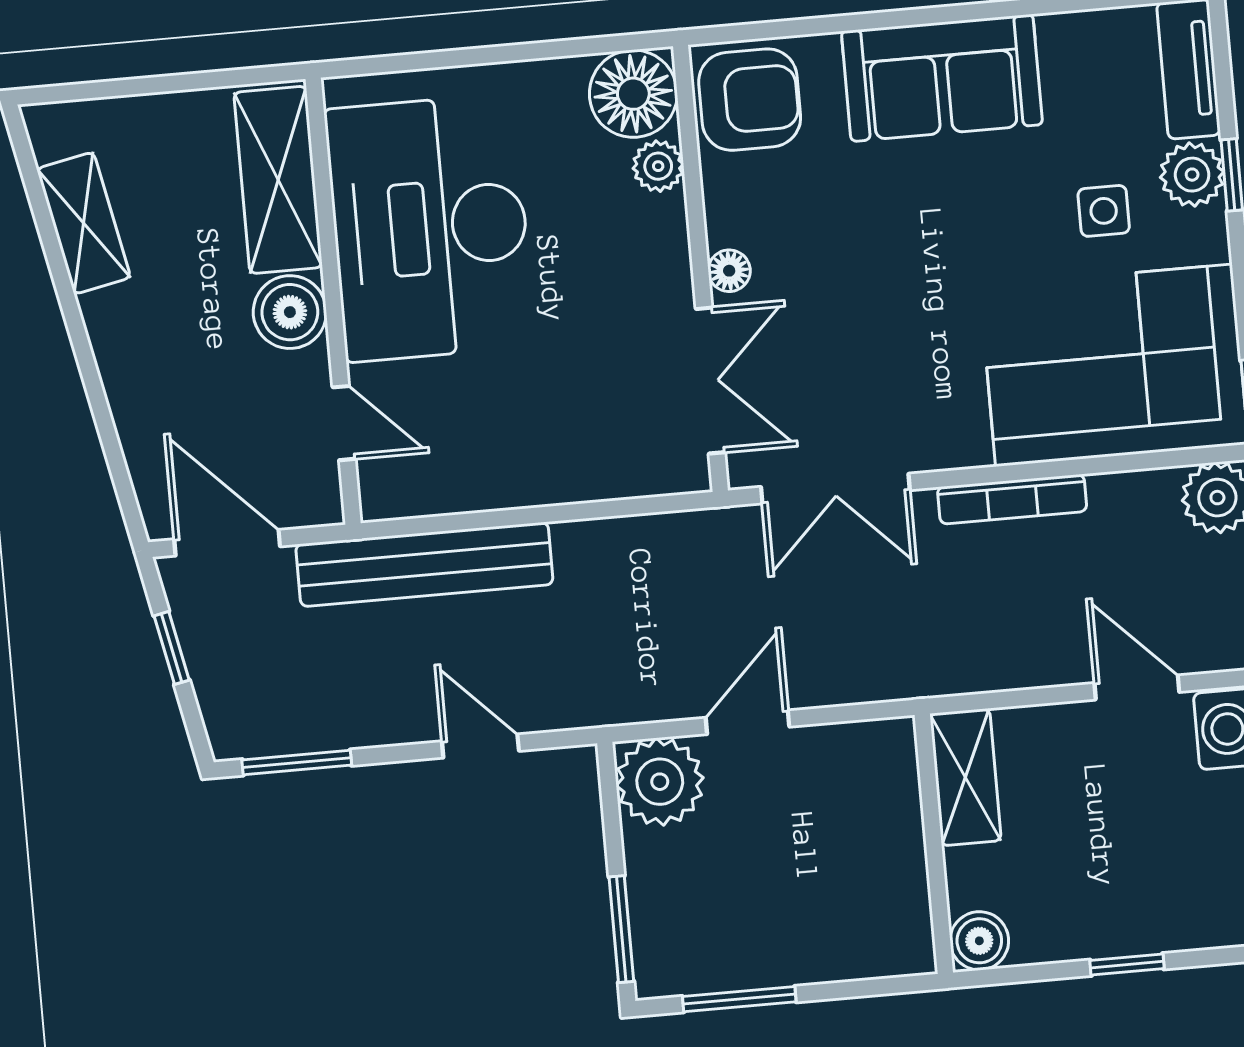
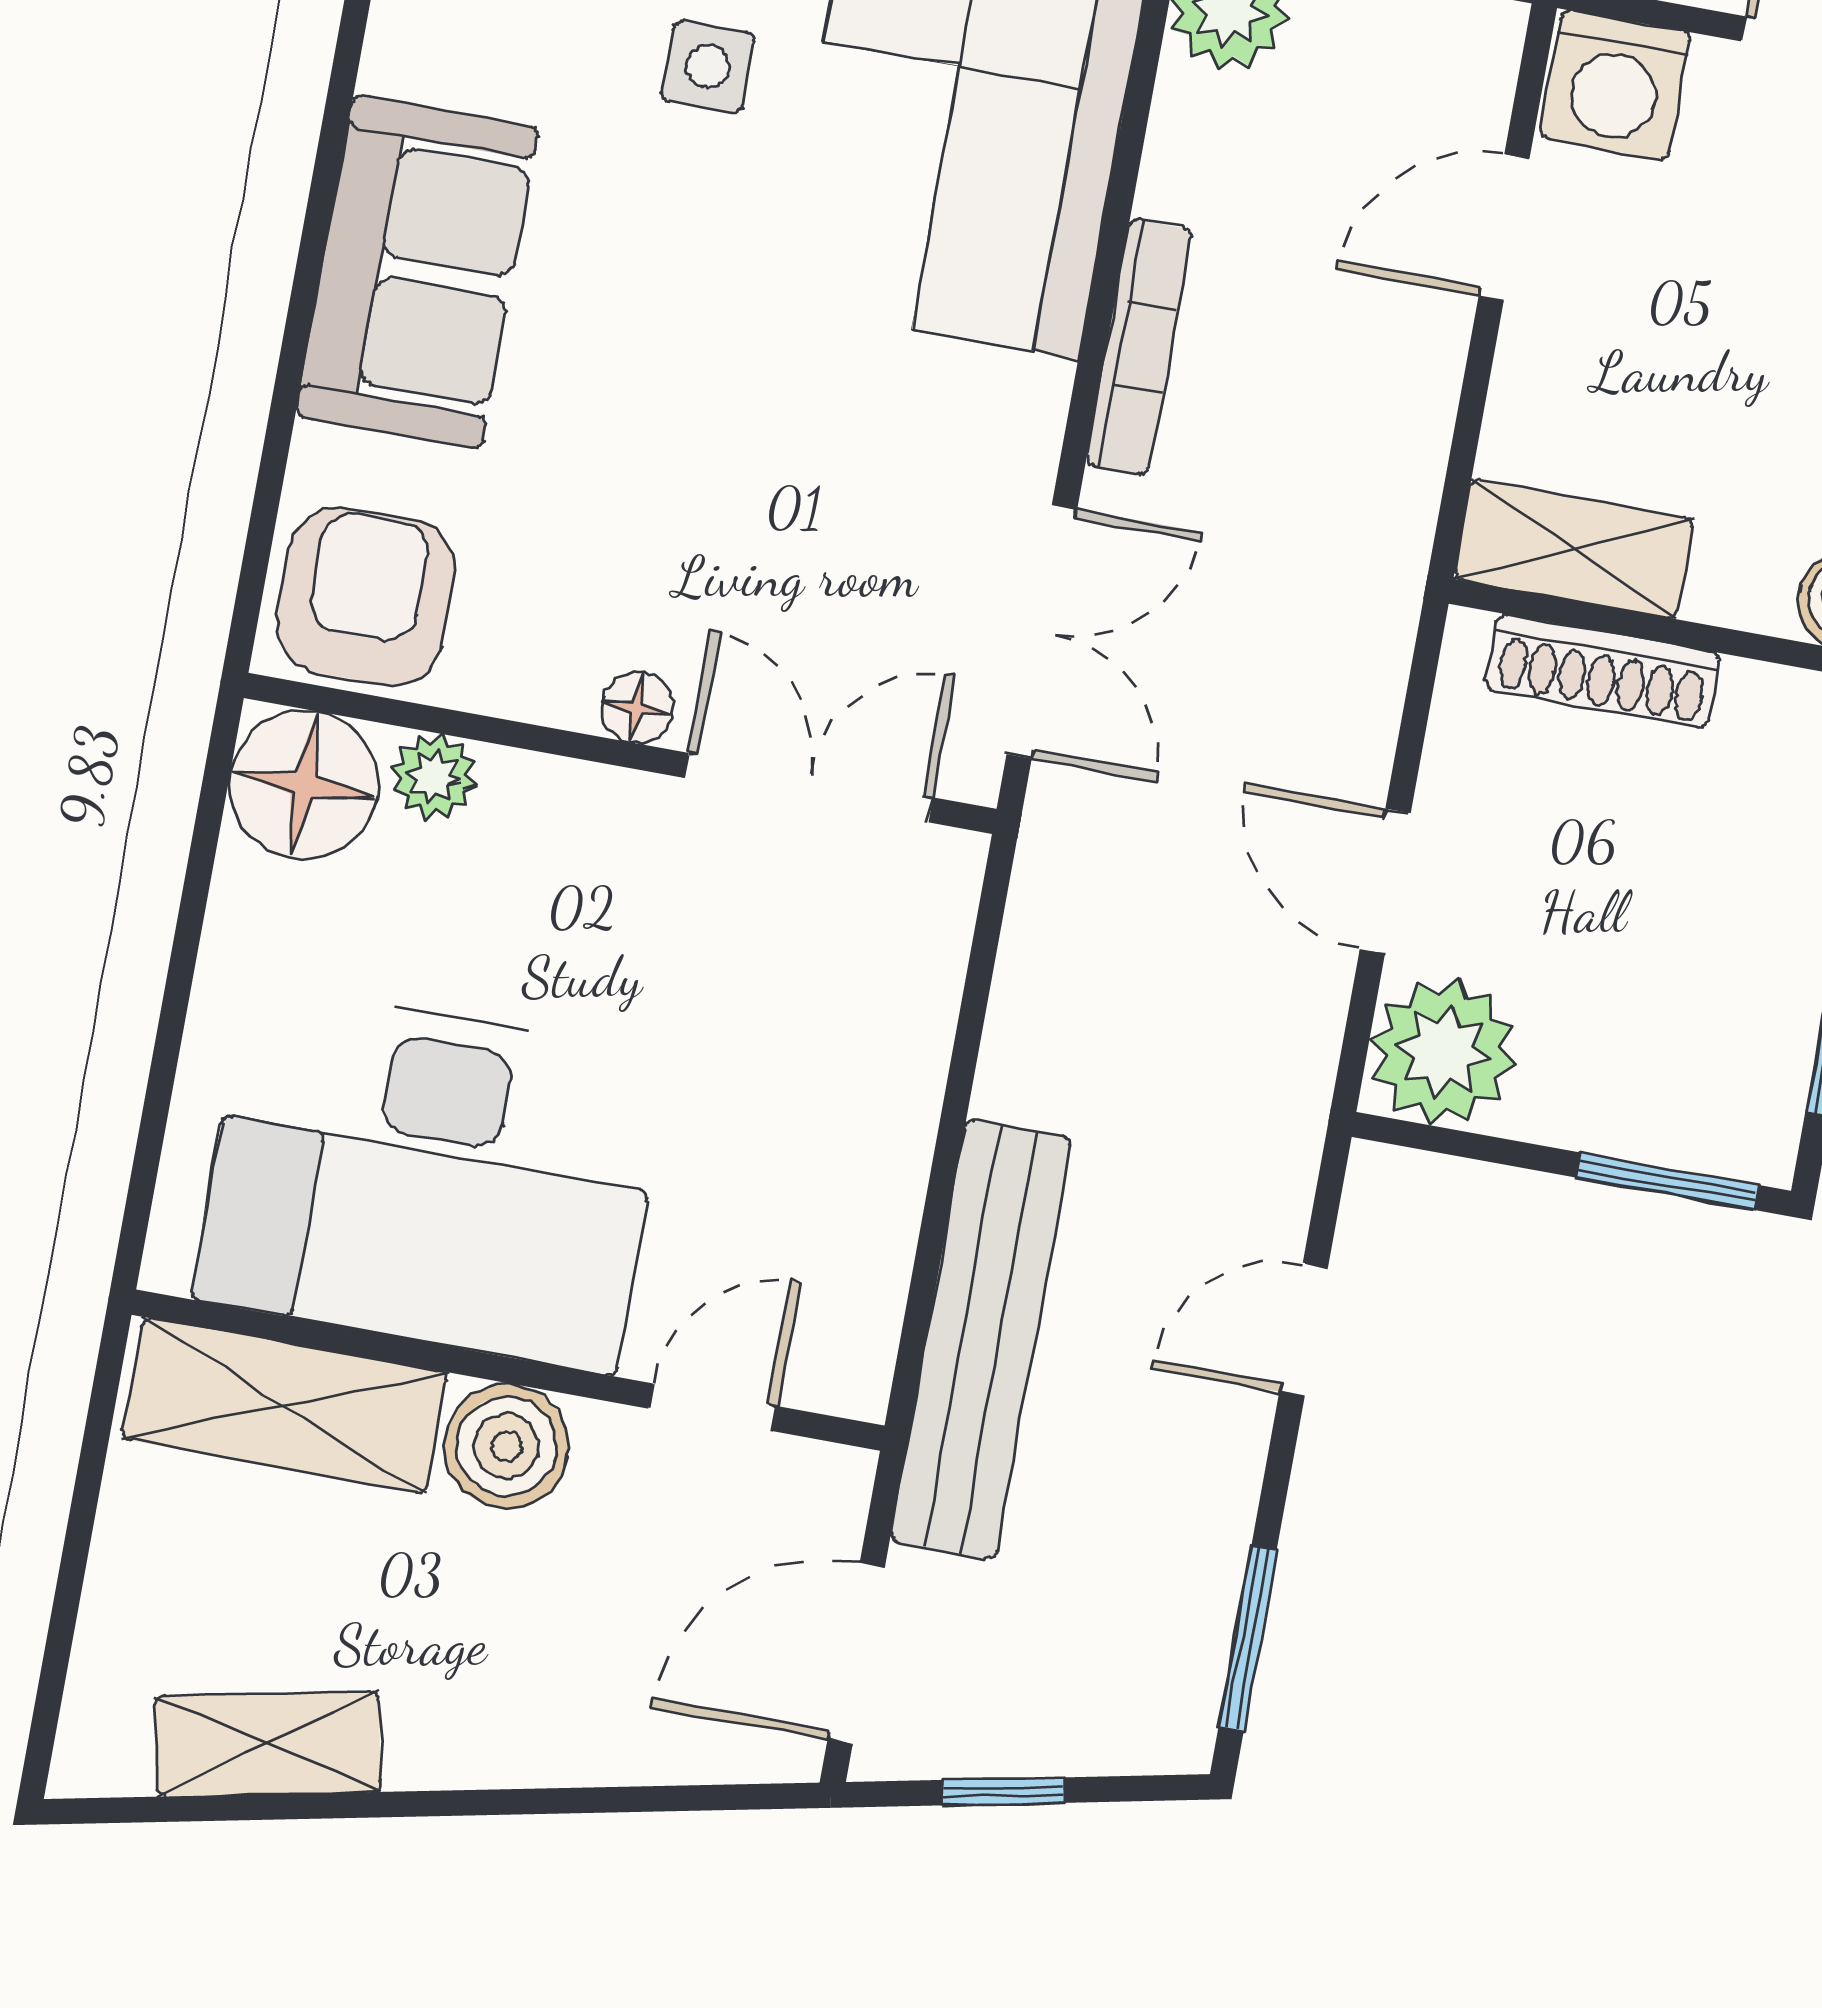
shoe rack: (901, 813) -> (1603, 671), added

